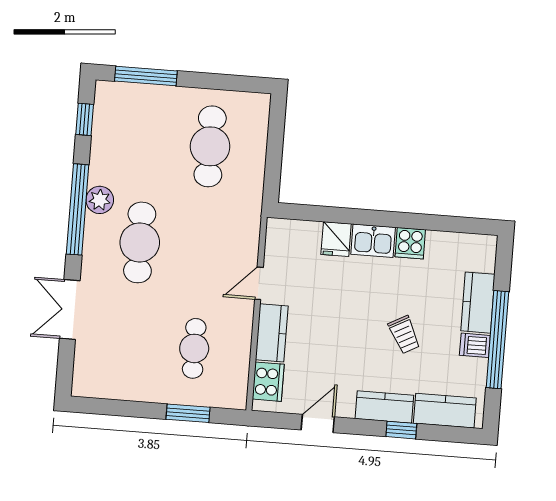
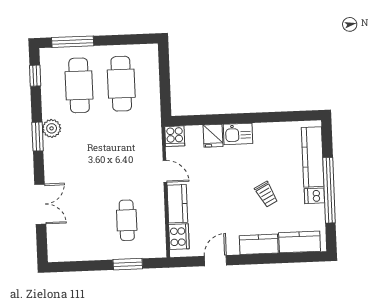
window: (78, 209) -> (38, 137), width x0.47
cafe table: (140, 242) -> (79, 85), moved
cooker: (410, 243) -> (175, 136), moved
door: (259, 283) -> (165, 171), swing flipped
kitchen counter: (478, 303) -> (313, 157), width x1.50
double door: (70, 310) -> (40, 204), swing flipped
window: (401, 430) -> (272, 258), removed

